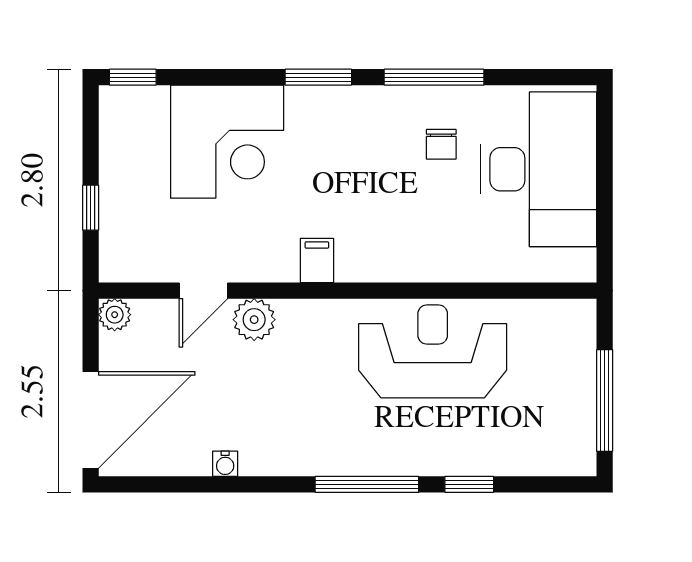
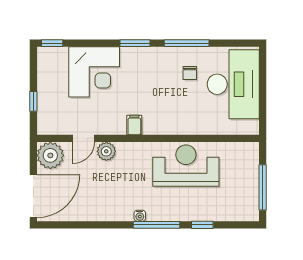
plant: (115, 315) -> (50, 155), width x1.88, depth x1.88
water cooler: (225, 464) -> (140, 216), moved

